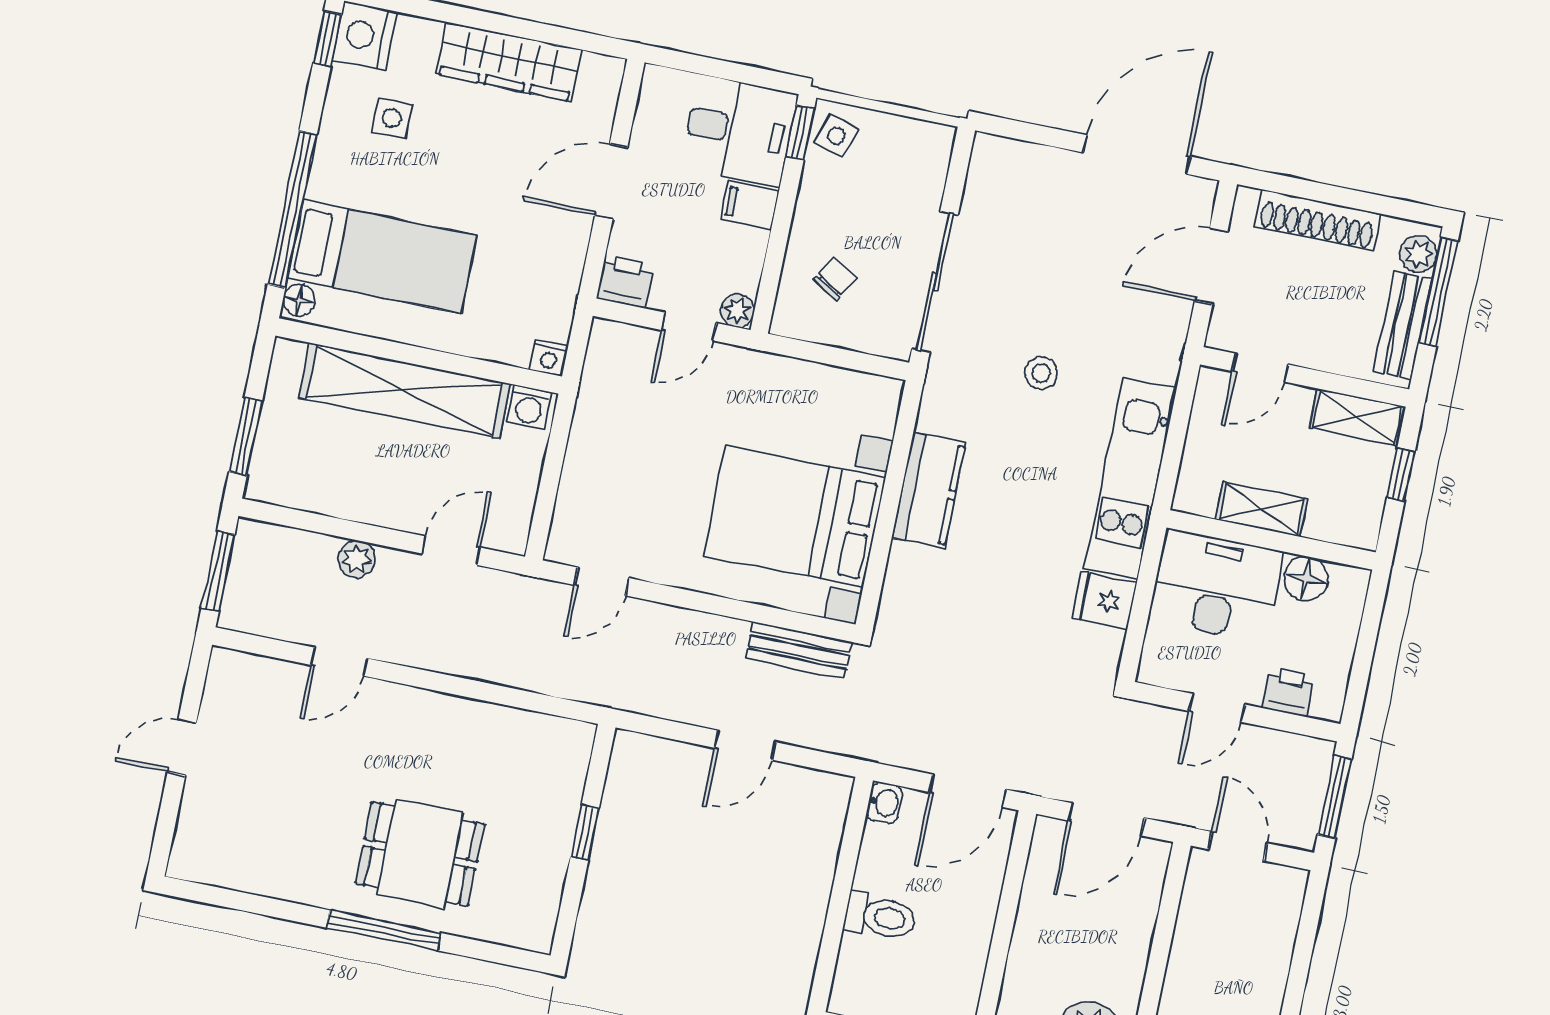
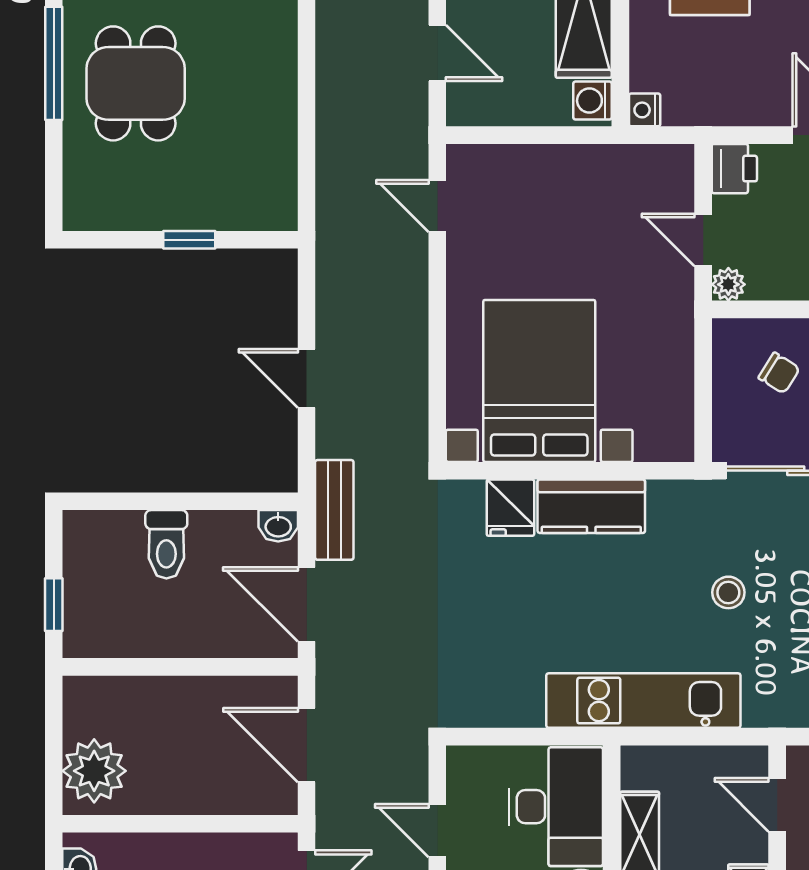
fridge: (1104, 600) -> (510, 508), moved, turned 180
bench: (799, 650) -> (334, 510), moved

